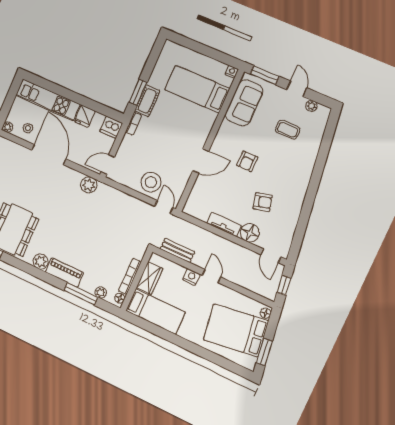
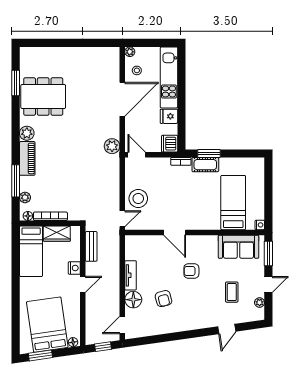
door: (324, 151) -> (227, 329), added

